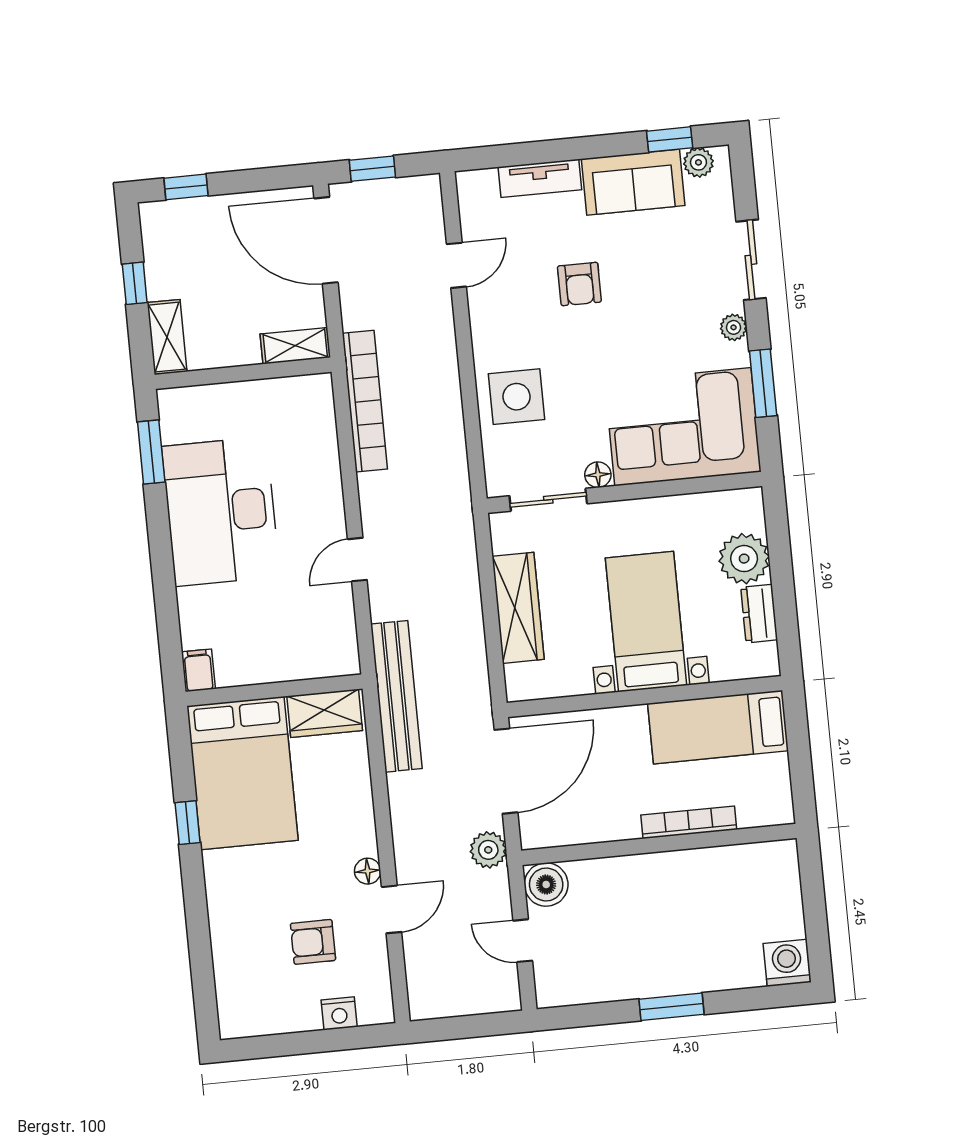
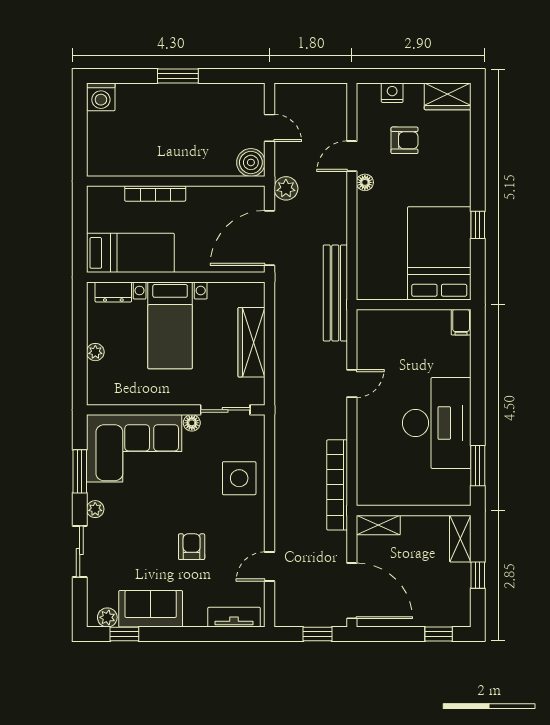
tv unit: (540, 178) -> (234, 617), moved
plant: (744, 559) -> (95, 352), width x0.53, depth x0.53
dresser: (759, 614) -> (113, 292), moved, turned 90
wardrobe: (325, 713) -> (448, 96), moved, turned 180

